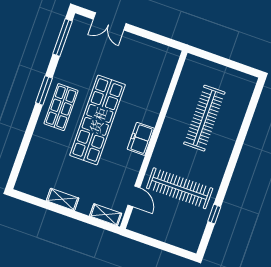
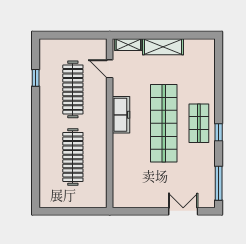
window: (44, 90) -> (219, 132), width x0.67
freezer: (141, 139) -> (121, 115), width x1.40
clothes rail: (180, 188) -> (73, 89), turned 90
shelving: (63, 199) -> (163, 47), width x1.50, depth x1.33

